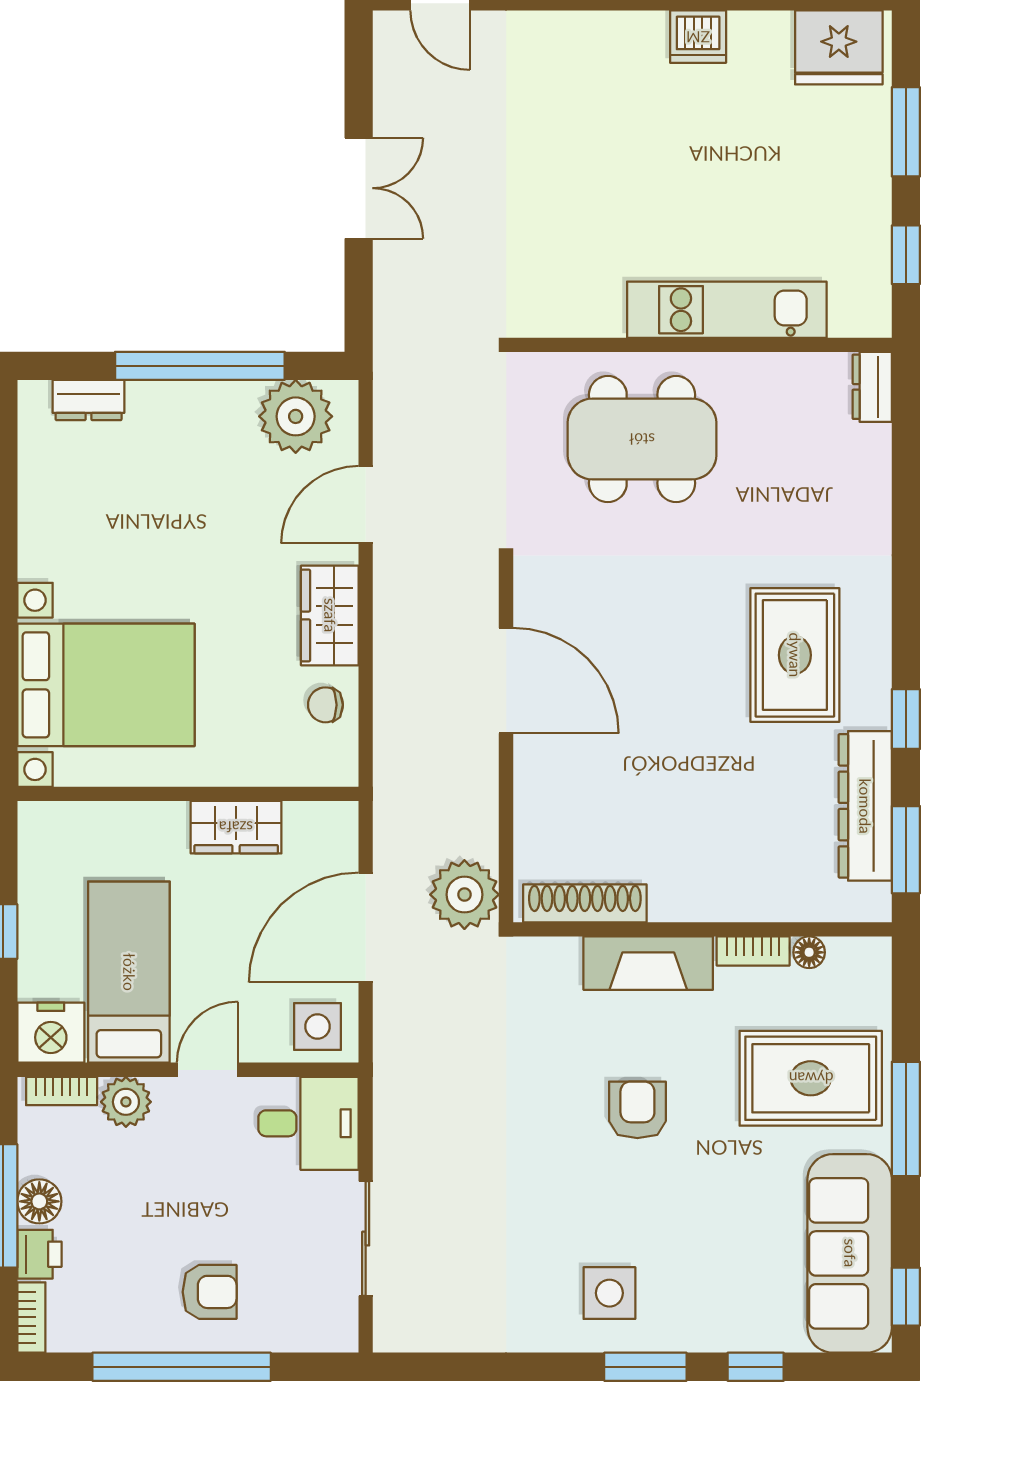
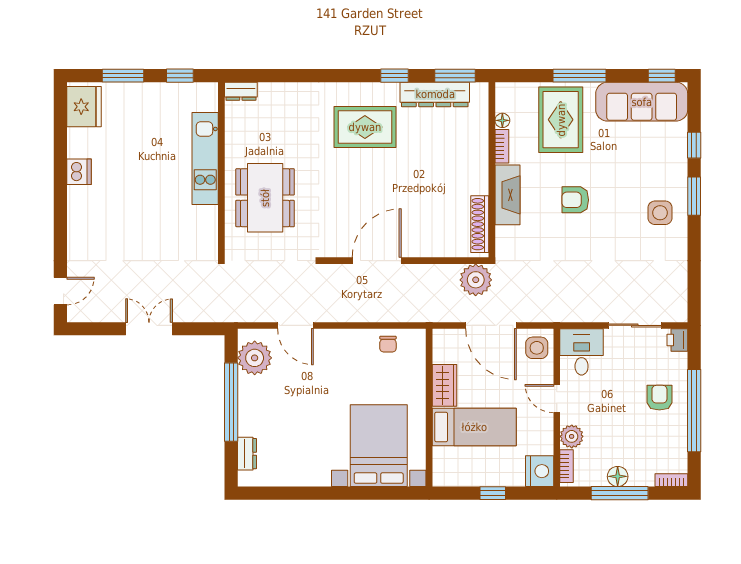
wardrobe: (330, 615) -> (347, 342), removed
bed: (129, 972) -> (474, 427), moved, turned 180
printer: (39, 1254) -> (677, 340), moved, turned -90

